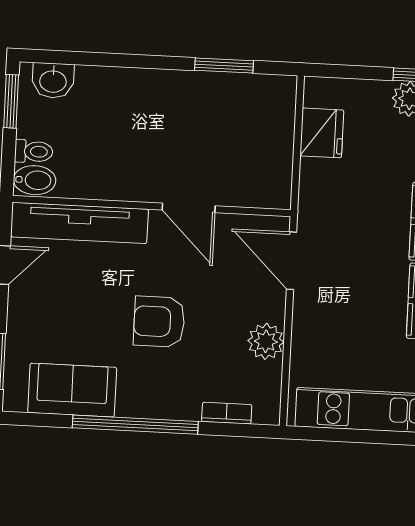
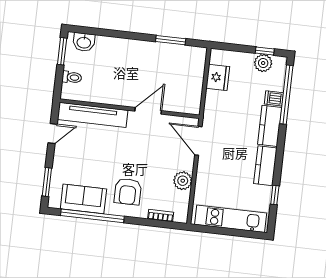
bidet: (35, 180) -> (71, 92), removed
door: (189, 208) -> (148, 111), swing flipped
armchair: (159, 322) -> (128, 192), moved, turned -90
window: (135, 425) -> (92, 216), moved

